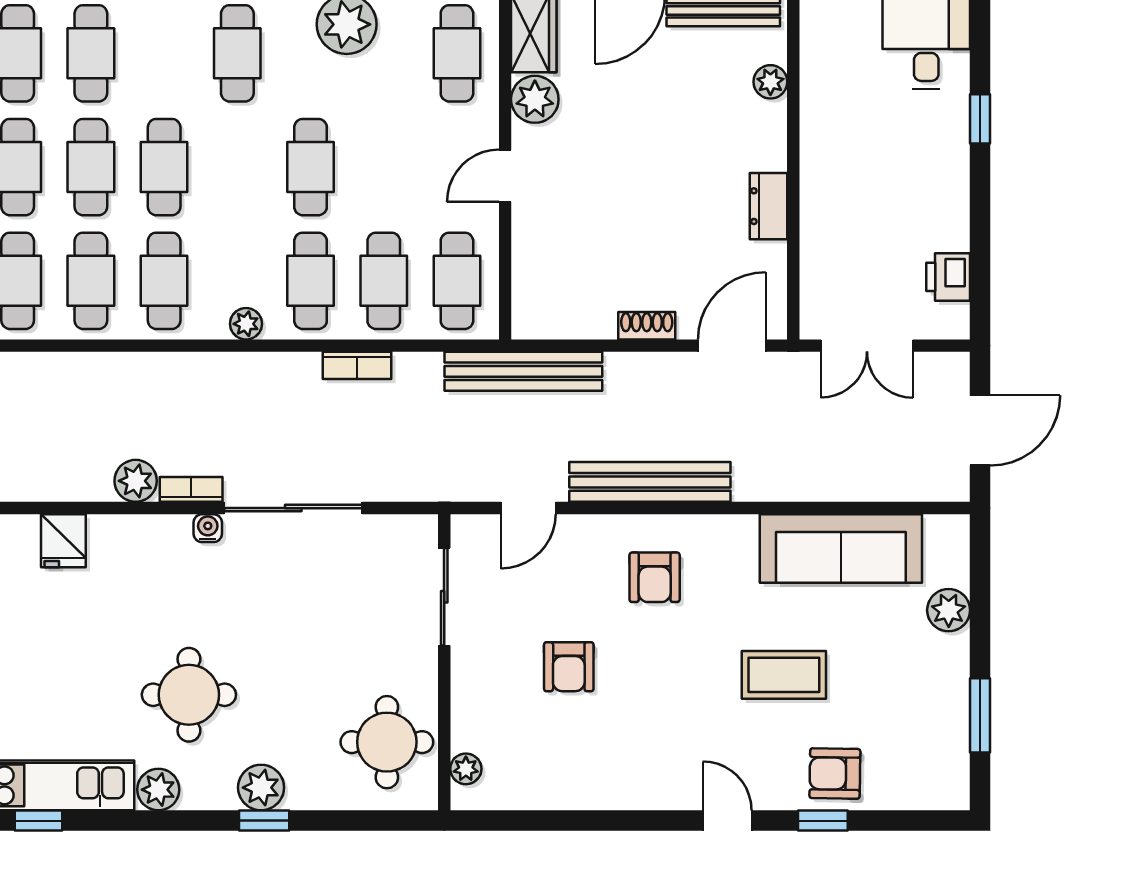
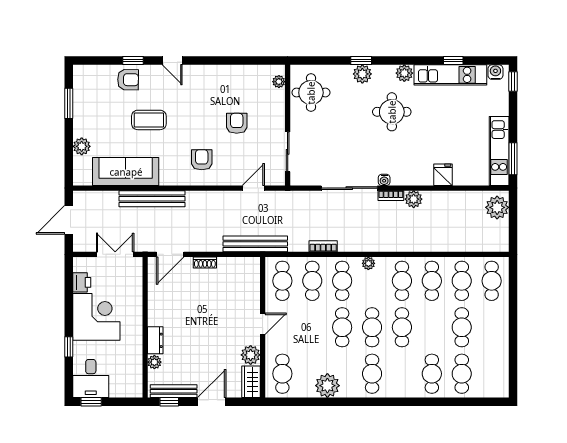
cafe table: (91, 167) -> (372, 327), moved
corner desk: (912, 192) -> (96, 317), added
dresser: (768, 206) -> (155, 340), moved
bench: (650, 482) -> (152, 199), moved

